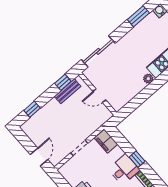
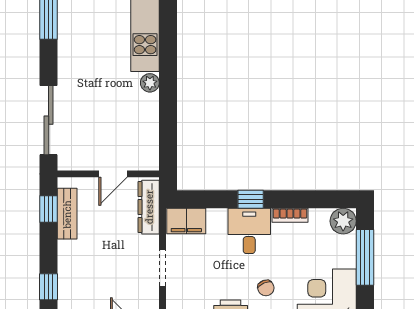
dresser: (98, 121) -> (149, 207), added

